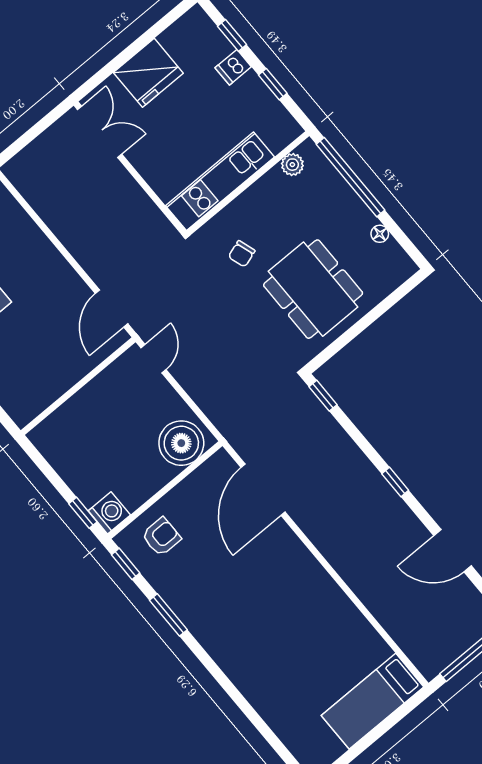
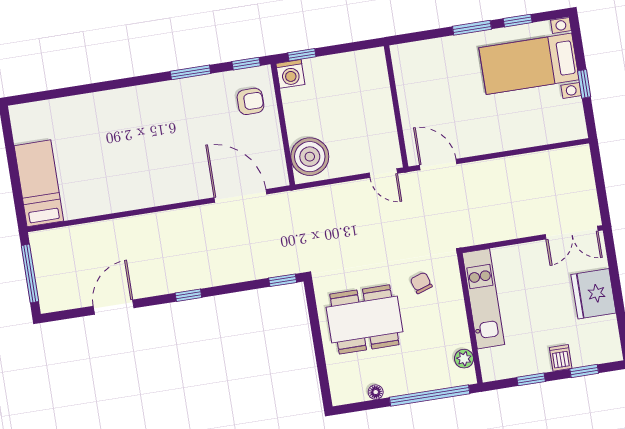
armchair: (161, 537) -> (250, 101), turned -90

